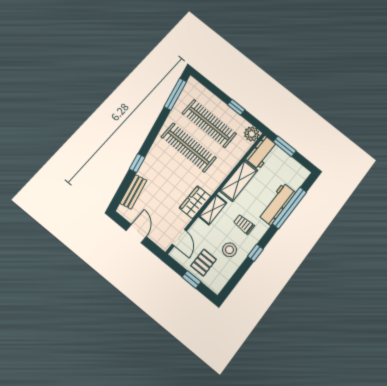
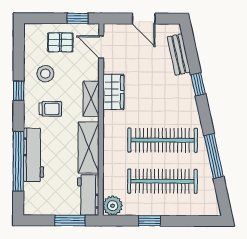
window: (175, 94) -> (214, 156), moved
pallet: (204, 263) -> (60, 42), turned 90
window: (191, 279) -> (78, 18), moved

